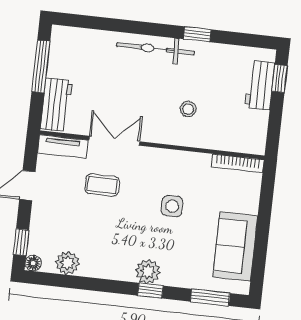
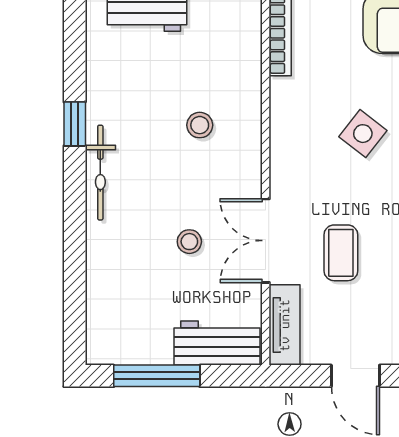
bicycle: (156, 49) -> (100, 173), width x0.73, depth x0.71
stool: (119, 95) -> (189, 242), added
side table: (172, 206) -> (363, 134), turned 38

